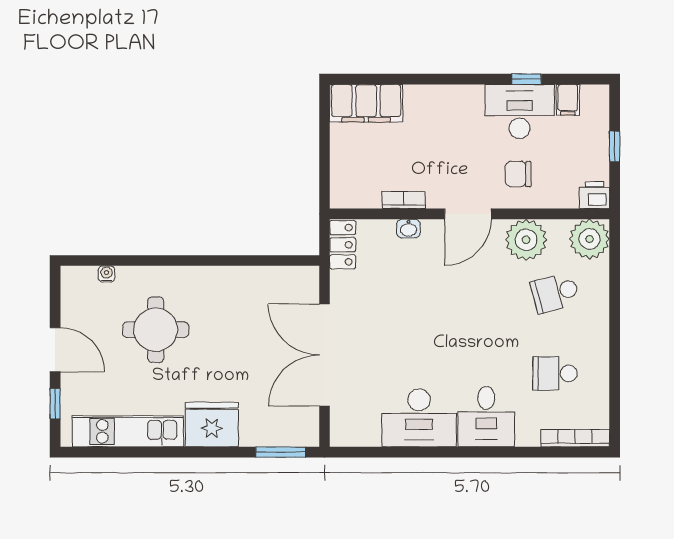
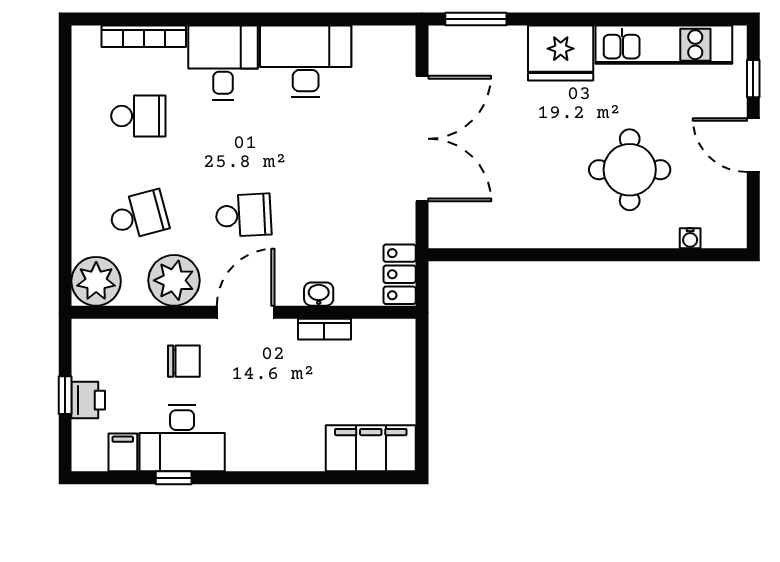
printer: (595, 195) -> (88, 400), moved, turned -90
school desk: (470, 293) -> (244, 215), added
bookcase: (575, 438) -> (144, 36), moved

